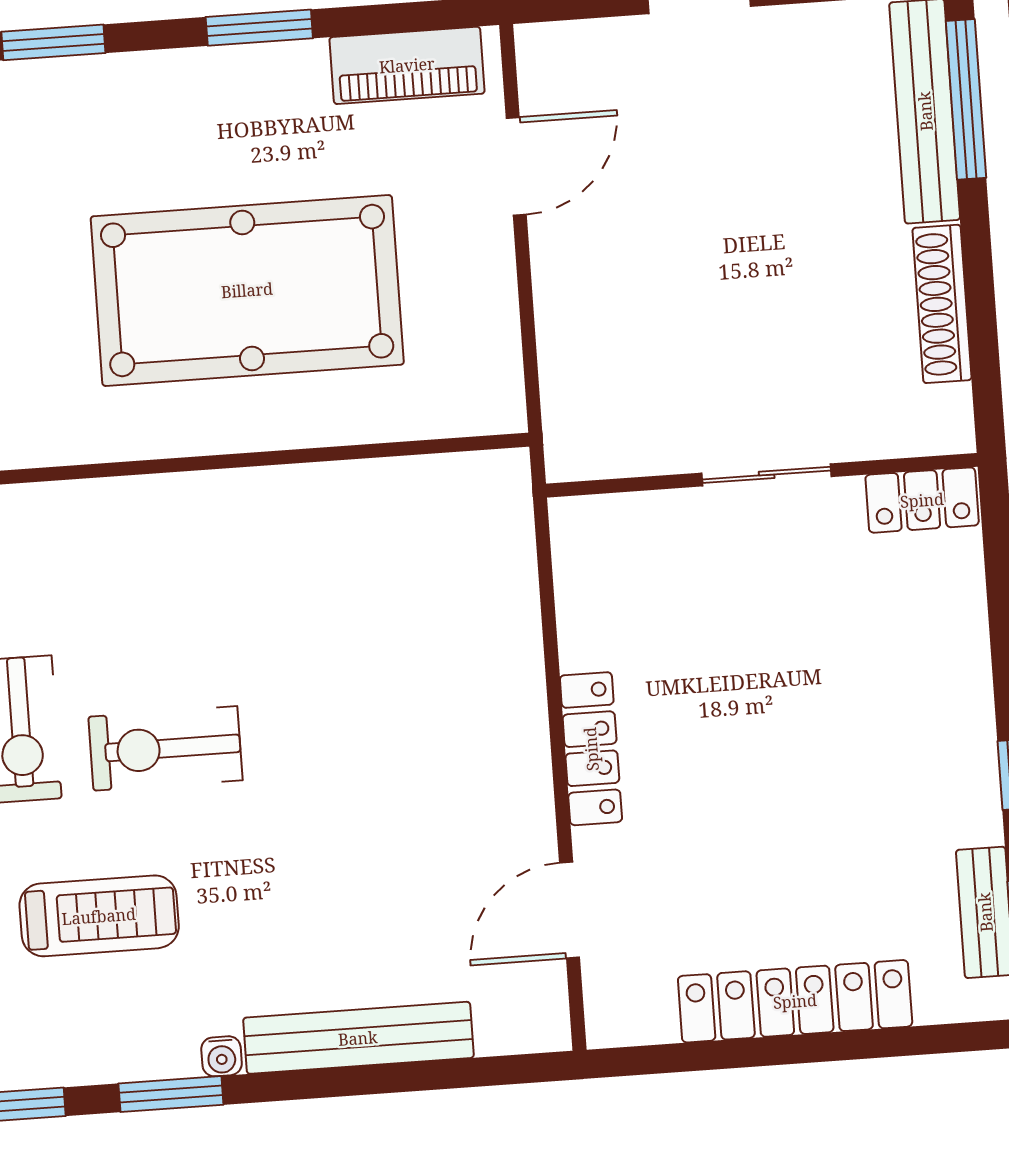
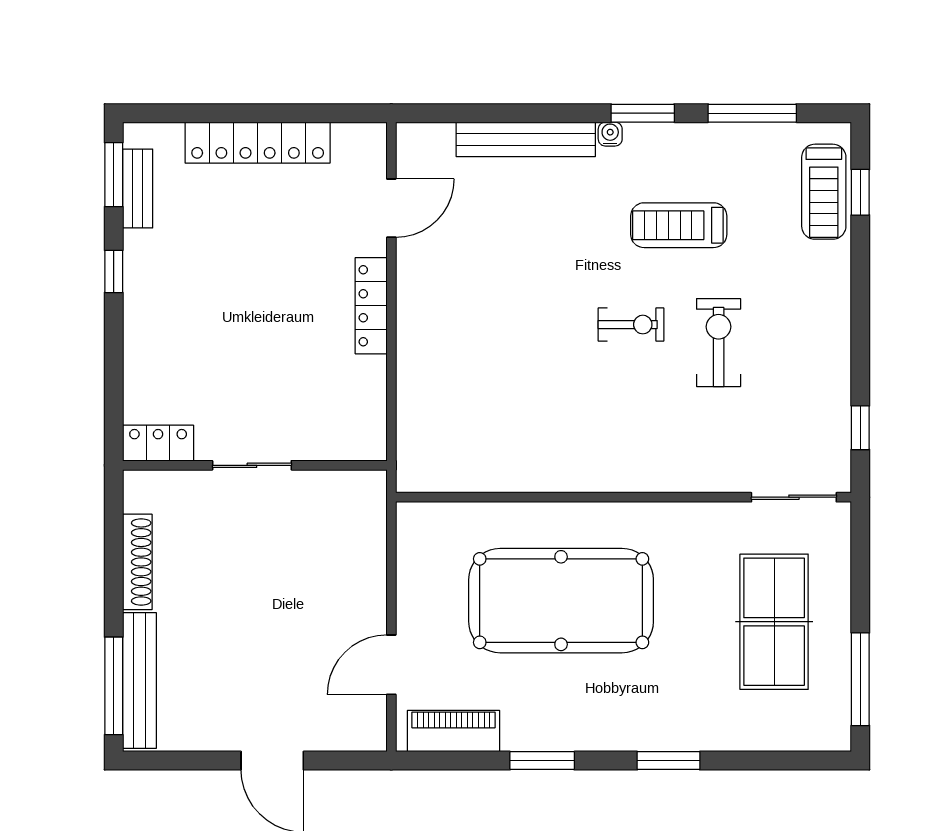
exercise bike: (165, 748) -> (631, 325), width x0.73, depth x0.72

